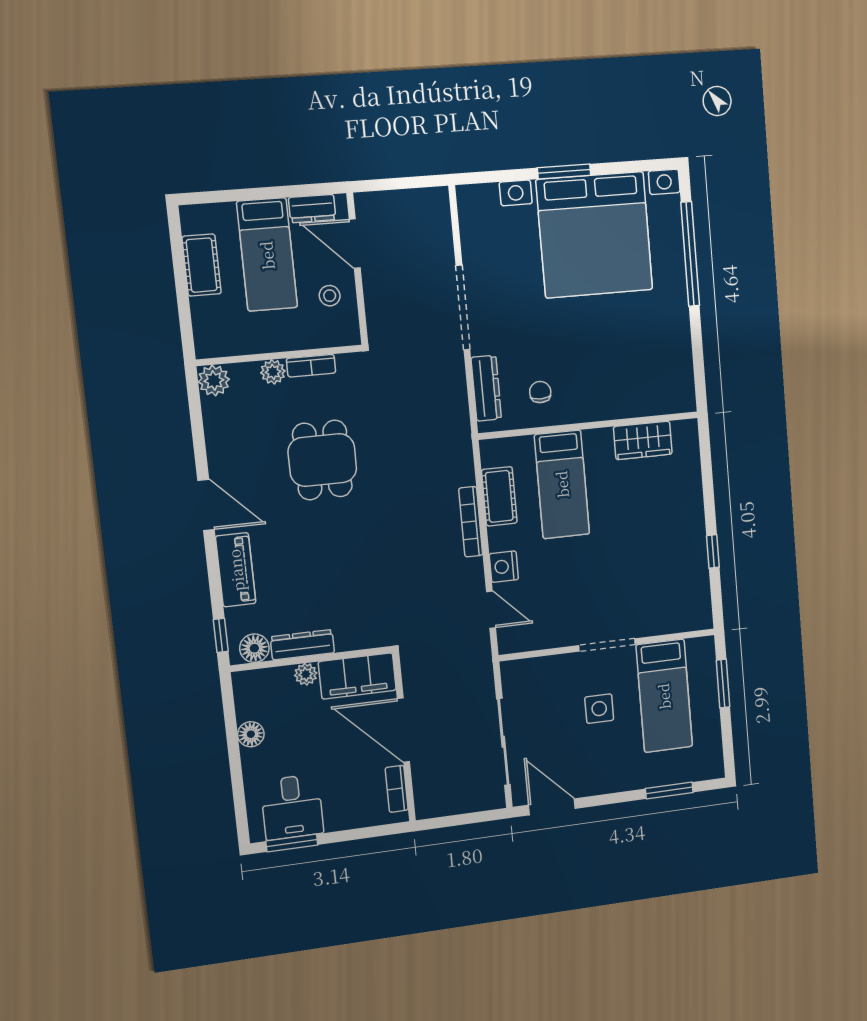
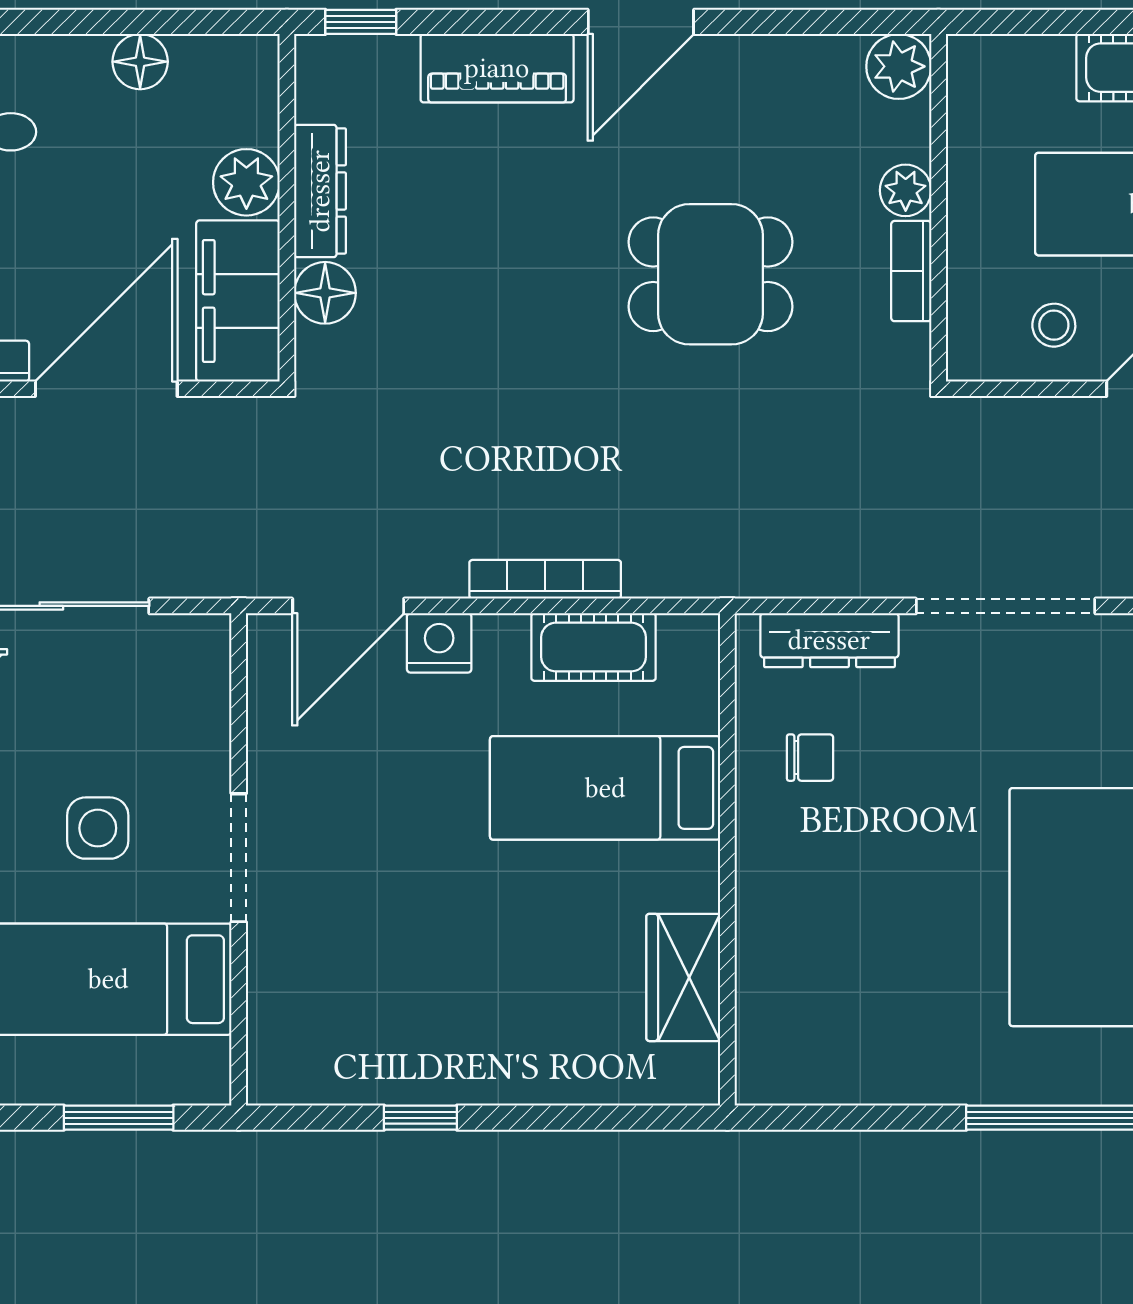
door: (491, 610) -> (348, 606), width x1.38
floor lamp: (254, 648) -> (325, 293), moved
plant: (306, 674) -> (246, 182), width x1.38, depth x1.38

